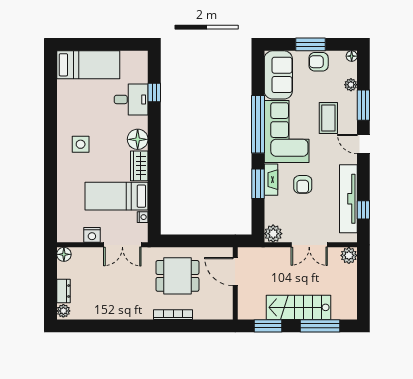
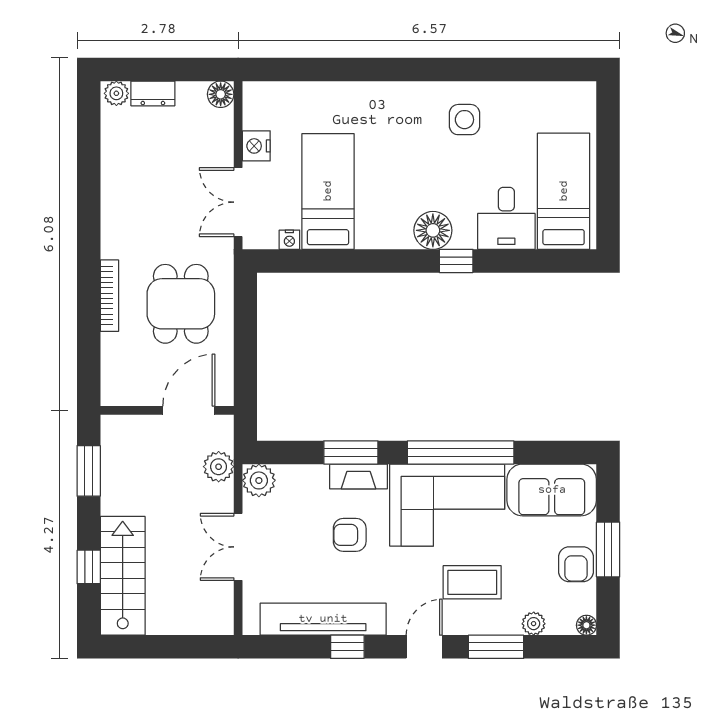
armchair: (319, 62) -> (576, 564), turned 180
bed: (88, 65) -> (564, 191), moved, turned 180
window: (154, 92) -> (456, 261), moved
side table: (81, 144) -> (464, 120), moved
wardrobe: (139, 166) -> (384, 233), removed
window: (363, 210) -> (347, 647), moved
plant: (349, 255) -> (219, 467), moved
stairs: (299, 307) -> (123, 576), moved
window: (320, 326) -> (89, 567), width x0.46

